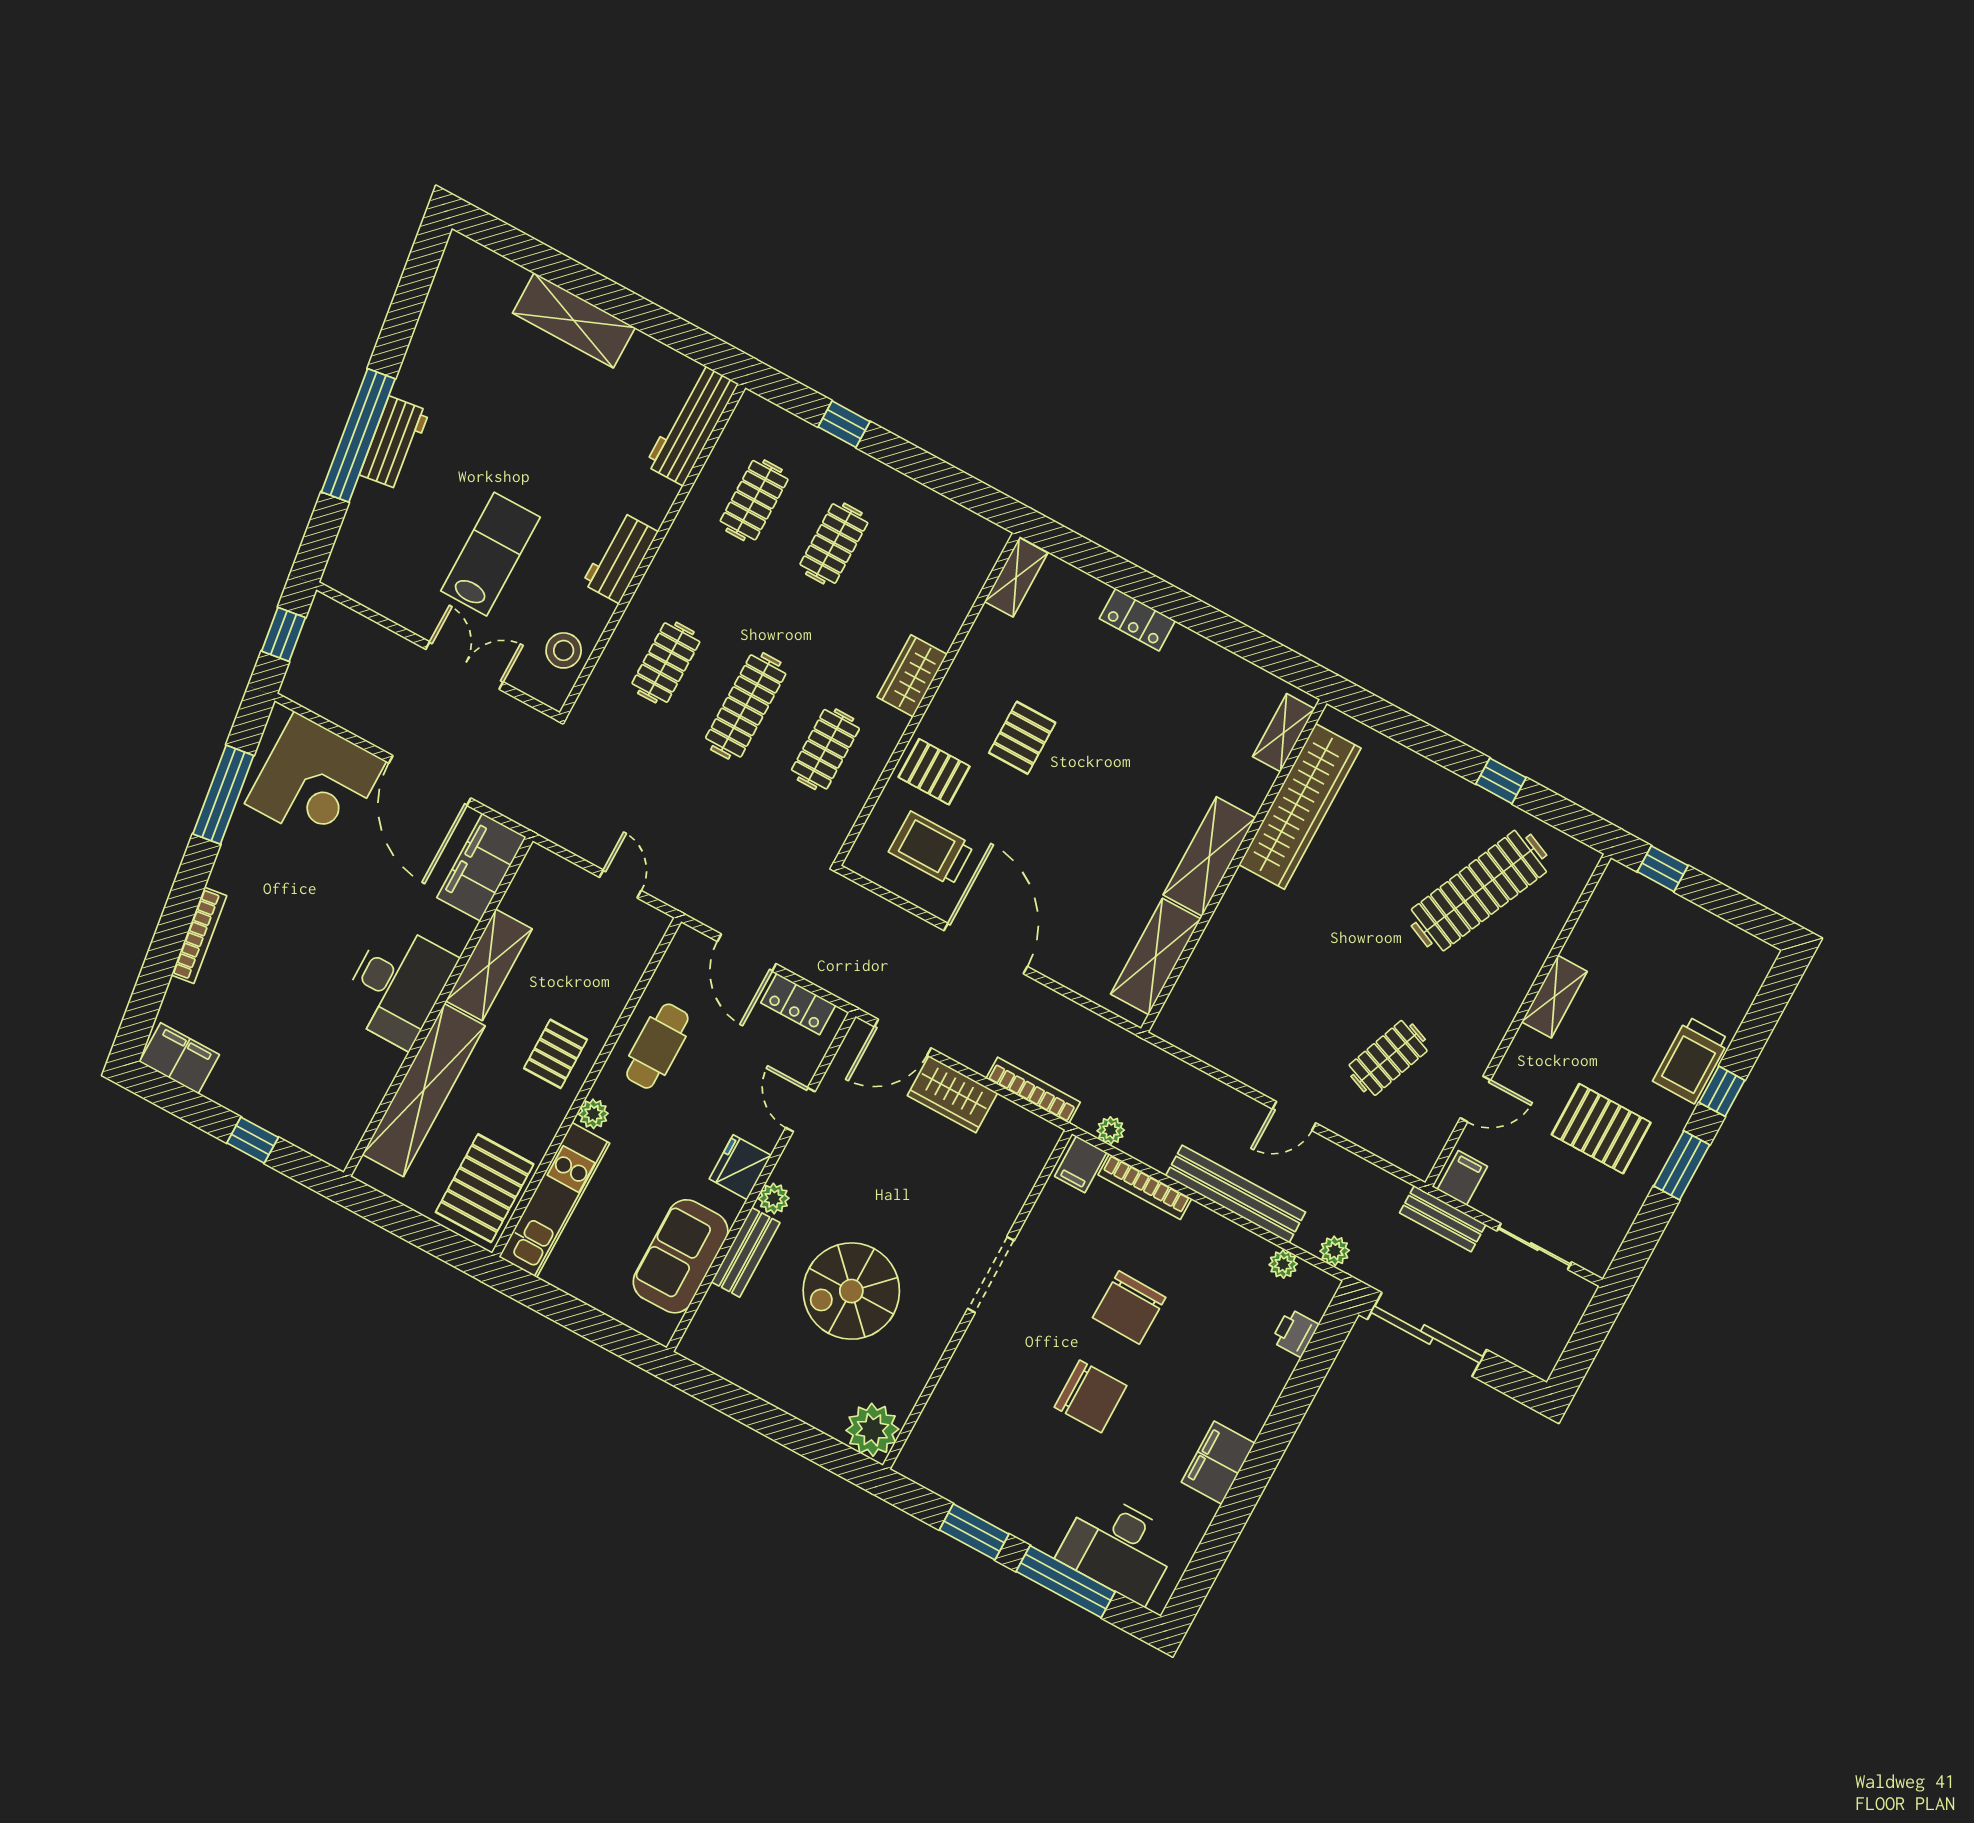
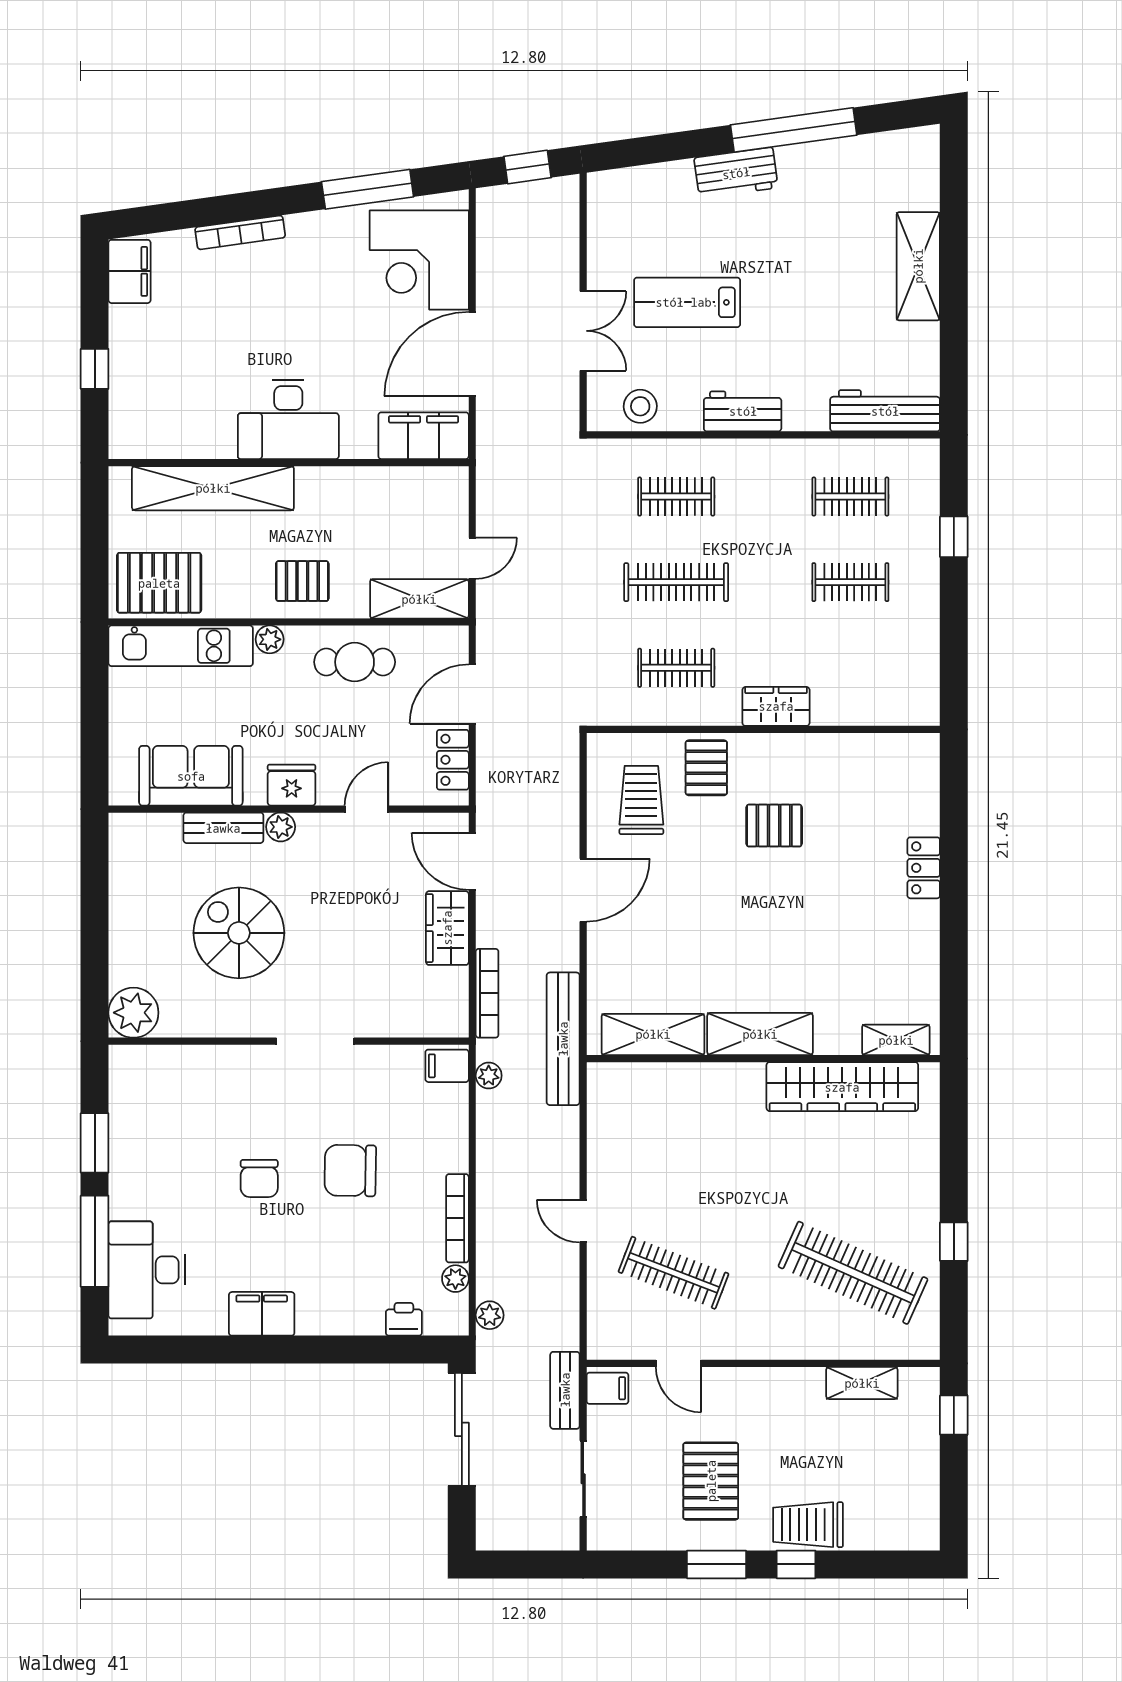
window: (358, 435) -> (794, 130), moved
lab bench: (490, 554) -> (687, 302), turned 180
shelving: (1016, 577) -> (904, 748), removed
door: (986, 948) -> (583, 890), width x0.73
shelving: (489, 965) -> (419, 599), moved
shelving: (1554, 997) -> (862, 1383), moved
clothes rail: (1388, 1058) -> (674, 1273), width x1.36
bookcase: (1145, 1187) -> (457, 1218), moved
bench: (1236, 1194) -> (563, 1039), moved
chair: (1090, 1396) -> (259, 1178), width x0.73, depth x0.73

